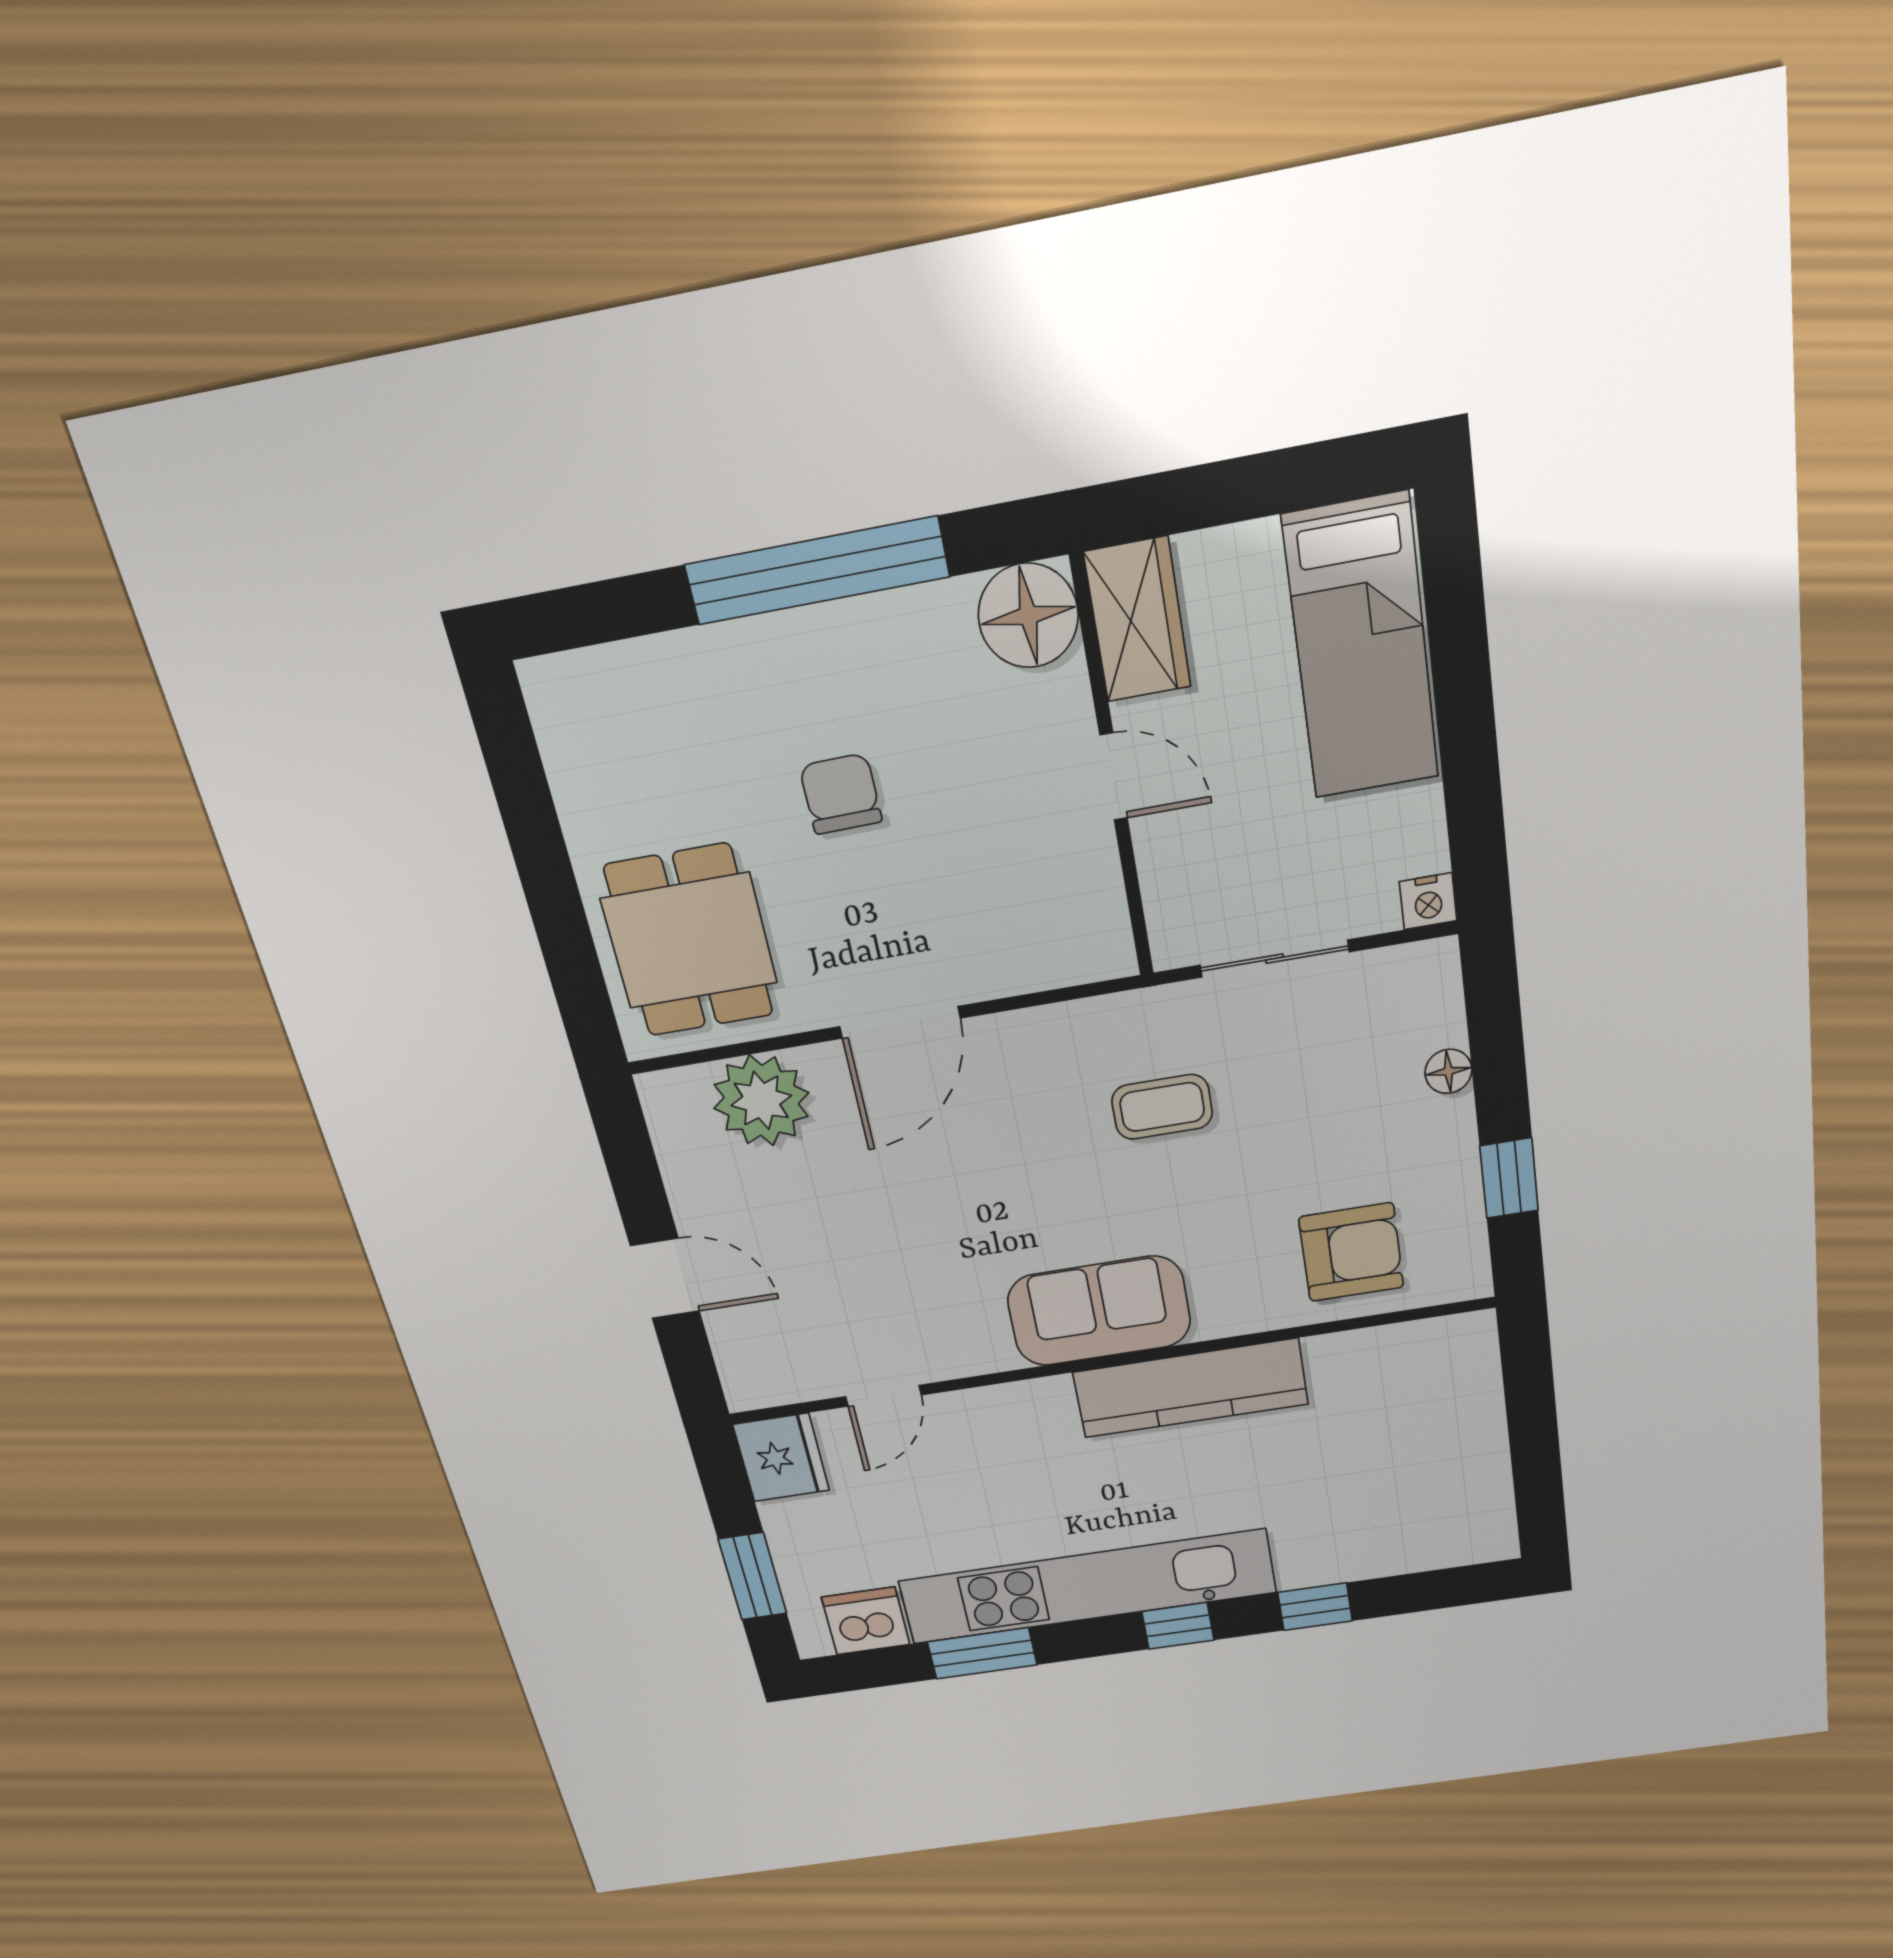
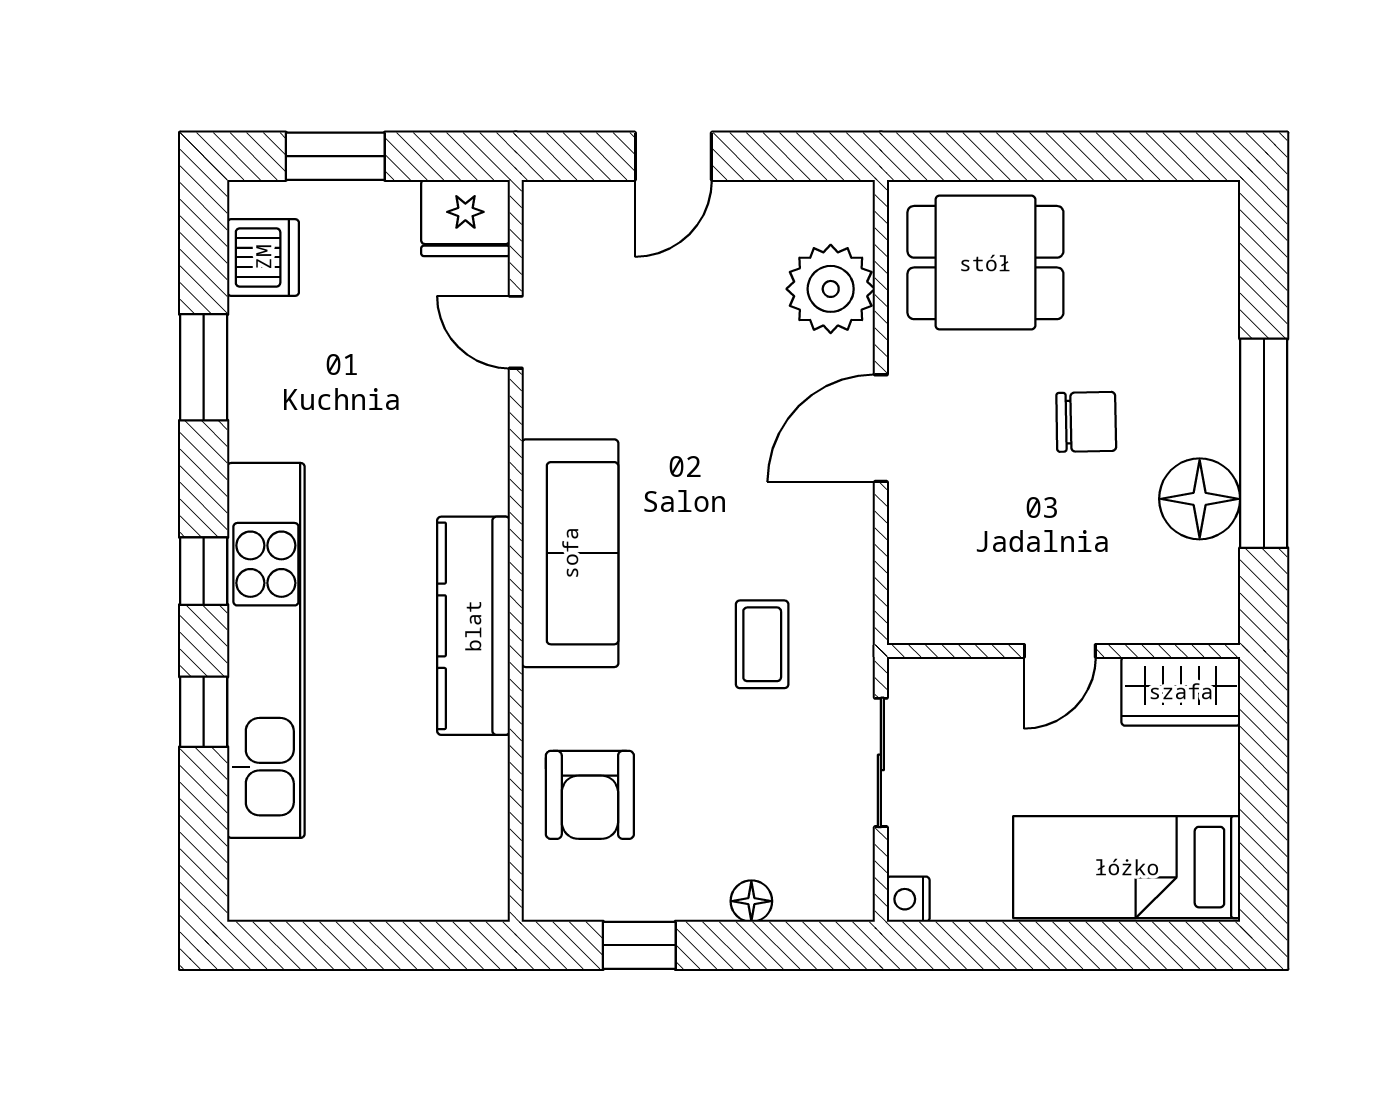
floor lamp: (1028, 616) -> (1200, 499), moved
door: (900, 1022) -> (881, 428), hinge flipped
sofa: (1099, 1311) -> (570, 553), width x1.36
kitchen unit: (1087, 1587) -> (266, 650), moved

